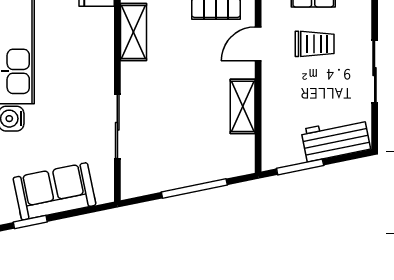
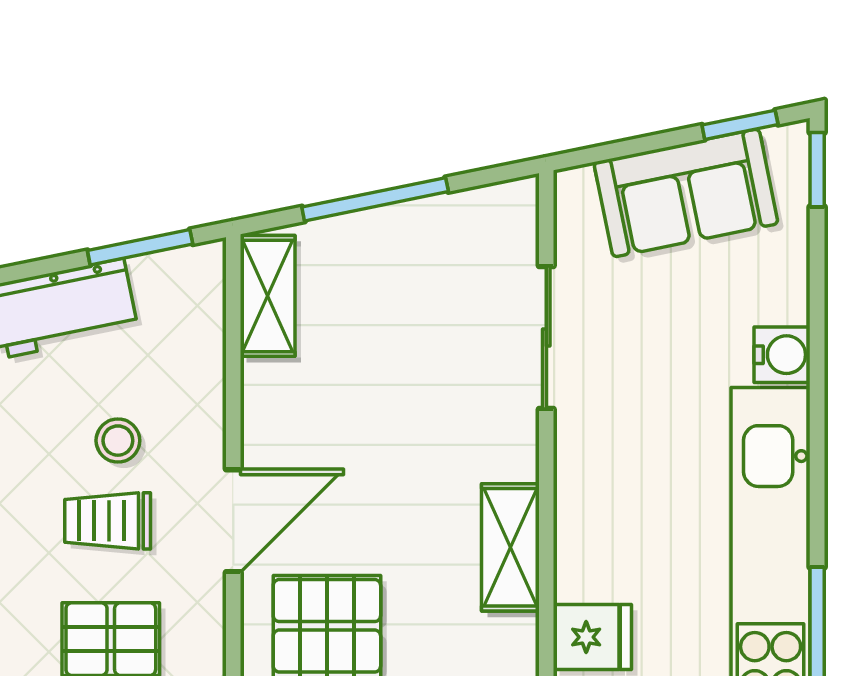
door: (258, 44) -> (233, 521), width x1.38
stool: (310, 80) -> (118, 441), added
shelving: (243, 106) -> (268, 296), moved

